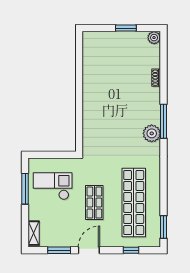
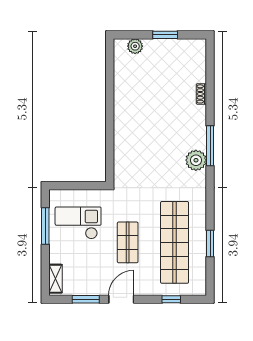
plant: (154, 38) -> (135, 46), moved
window: (164, 227) -> (210, 244), moved

